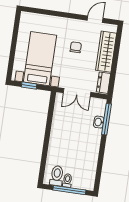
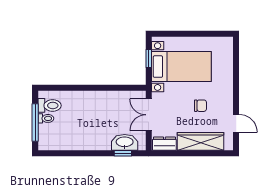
window: (107, 119) -> (123, 153), width x0.46
washbasin: (99, 122) -> (125, 142), width x1.91, depth x1.45

